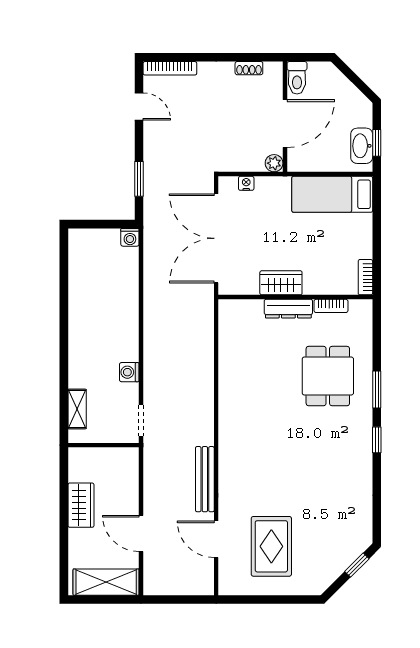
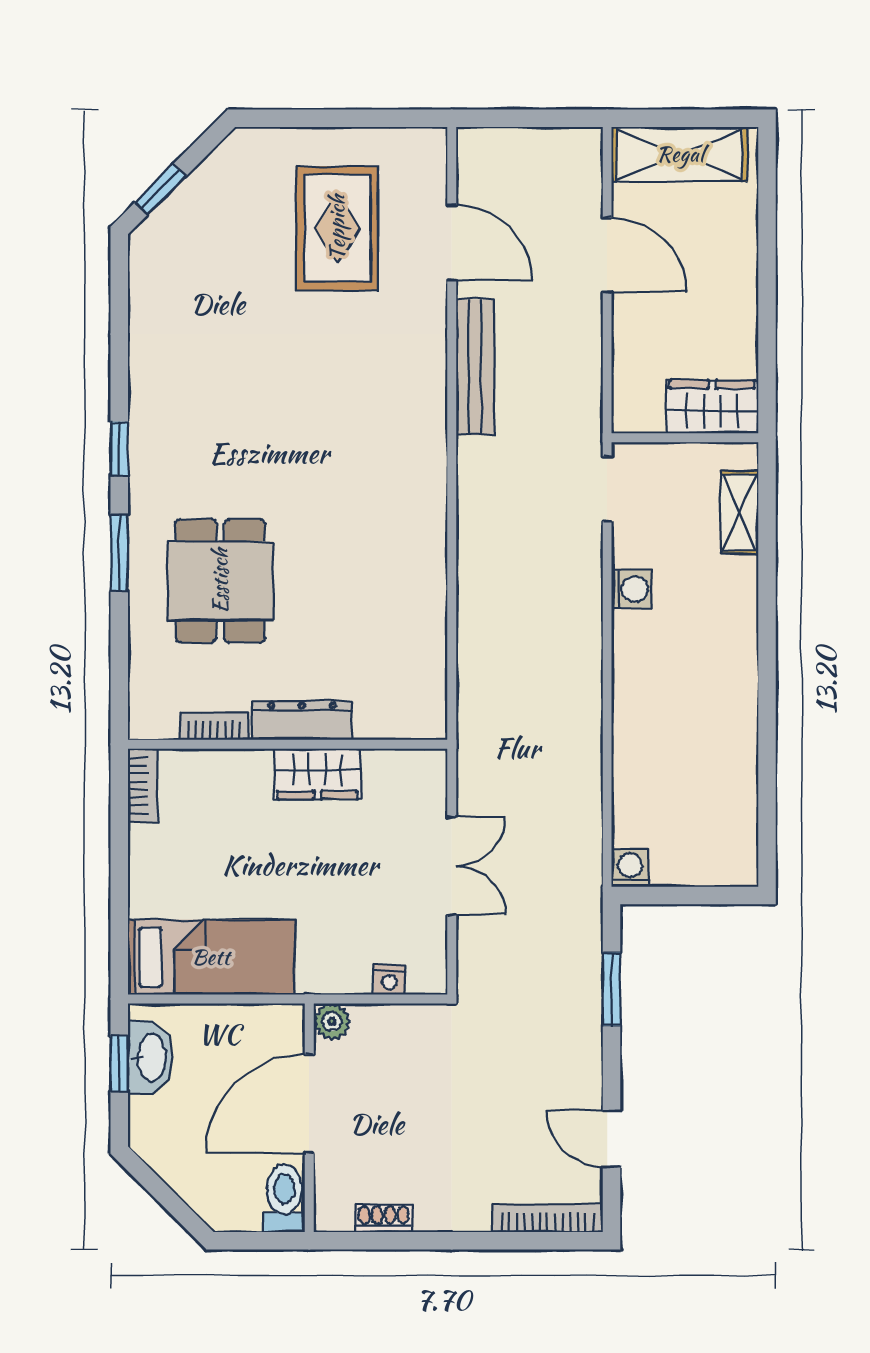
double door: (216, 238) -> (452, 866), width x0.54
wardrobe: (81, 505) -> (712, 407), moved, turned 90

